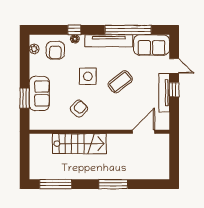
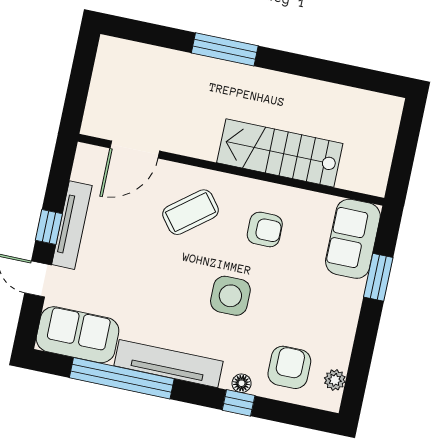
coffee table: (120, 82) -> (190, 212), moved
sofa: (39, 93) -> (353, 239), moved
armchair: (79, 109) -> (265, 229), turned -134
window: (56, 184) -> (350, 76), removed

